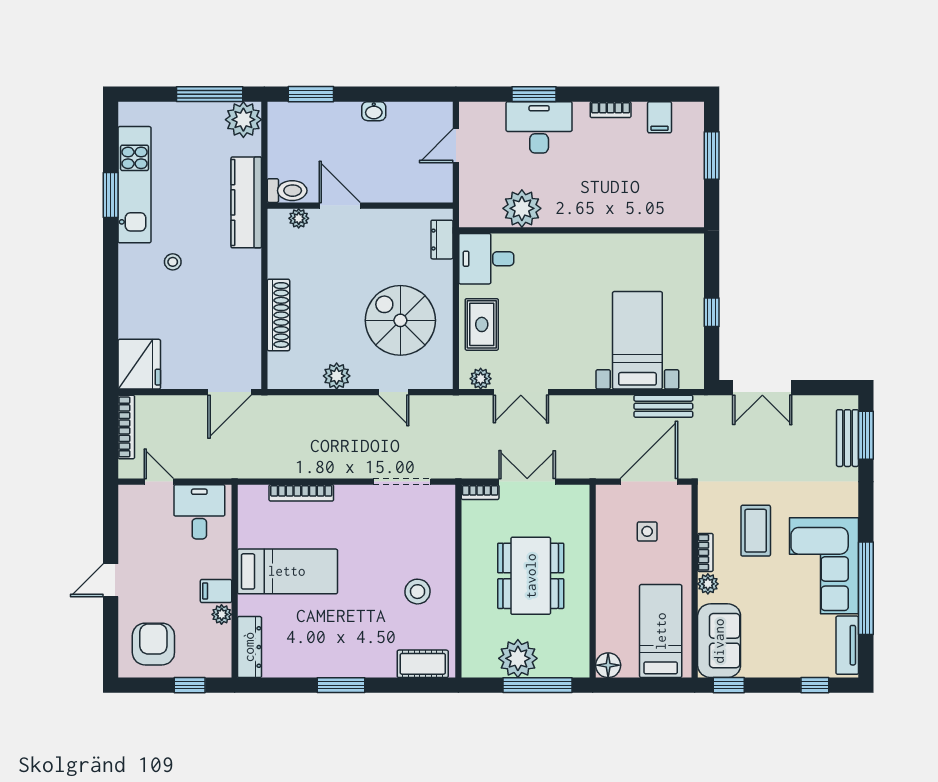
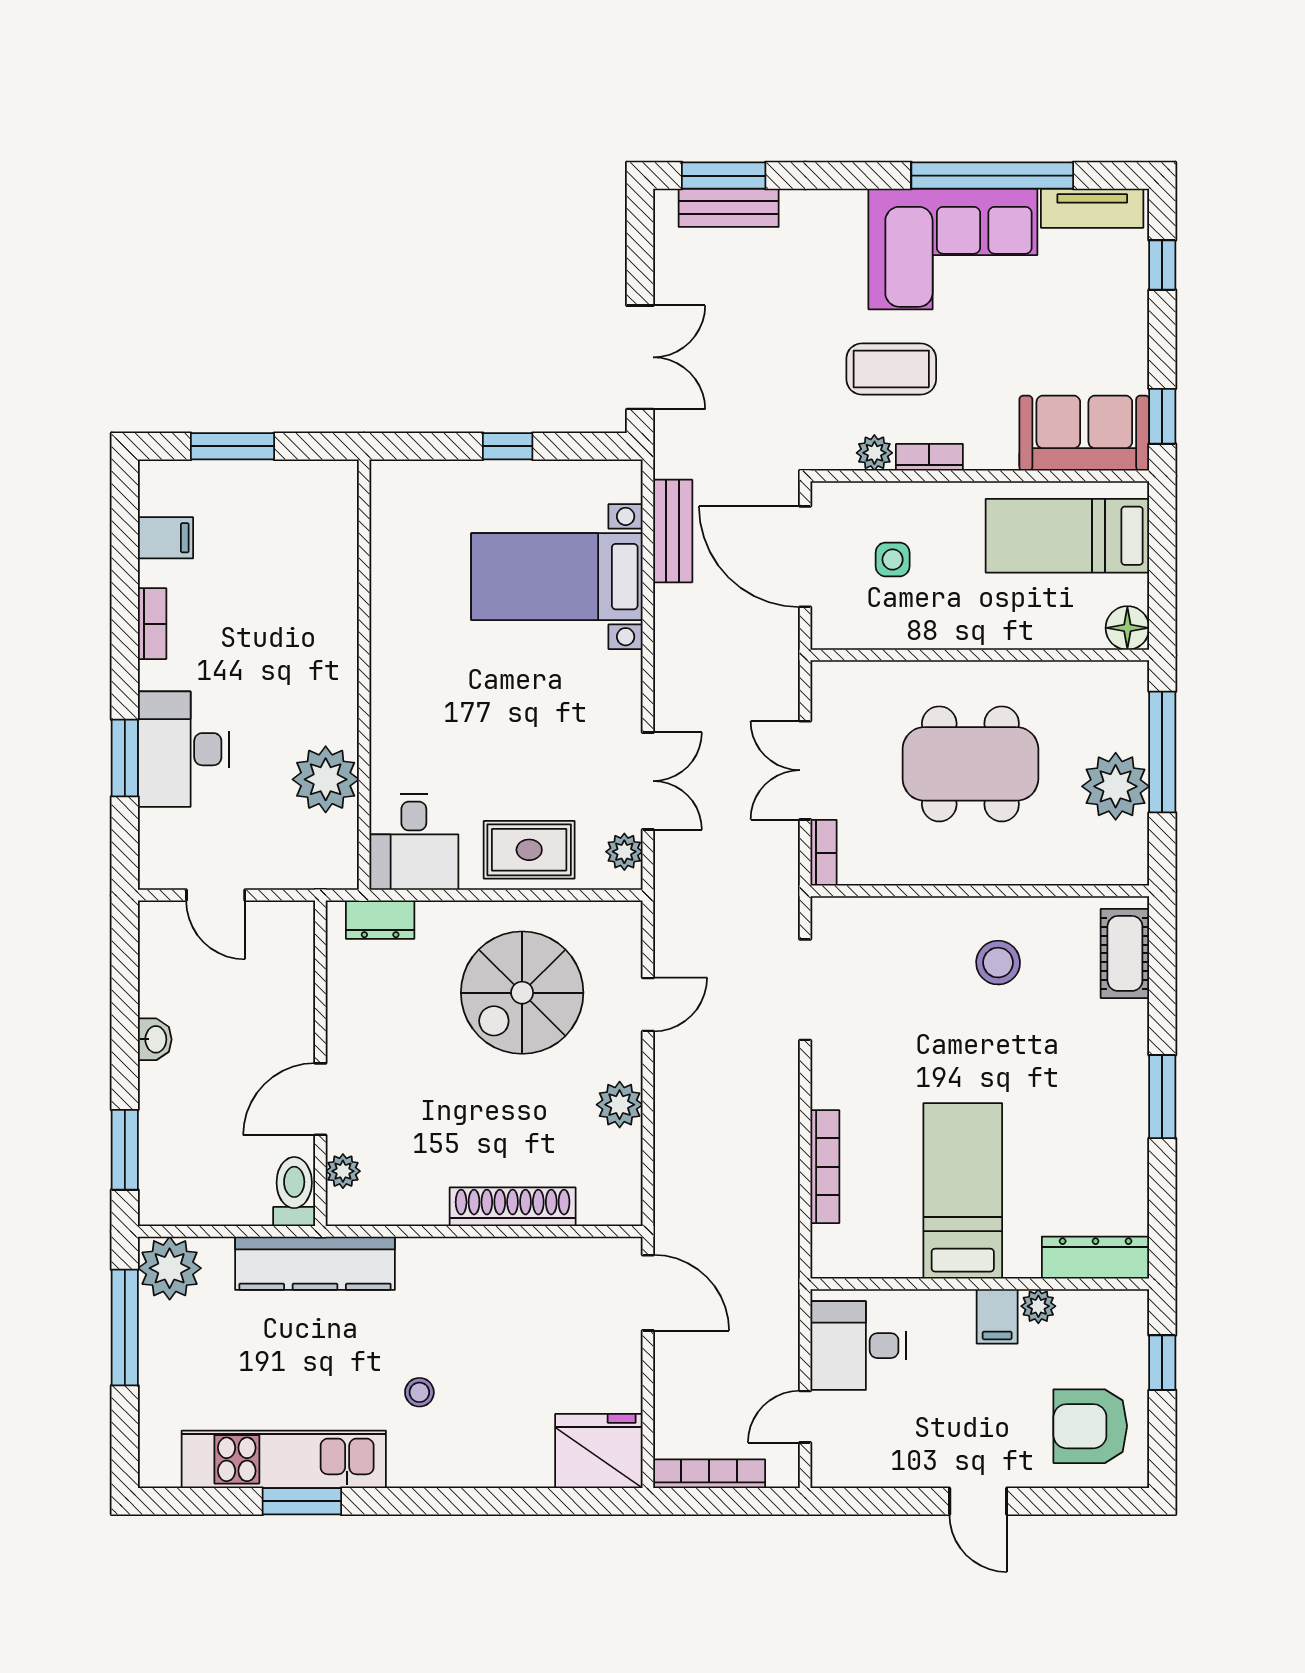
plant: (708, 584) -> (874, 453), moved

